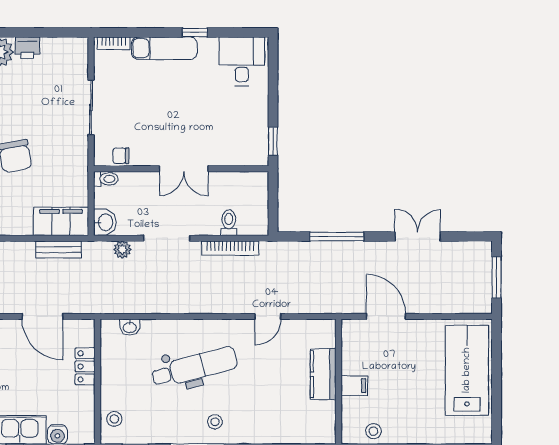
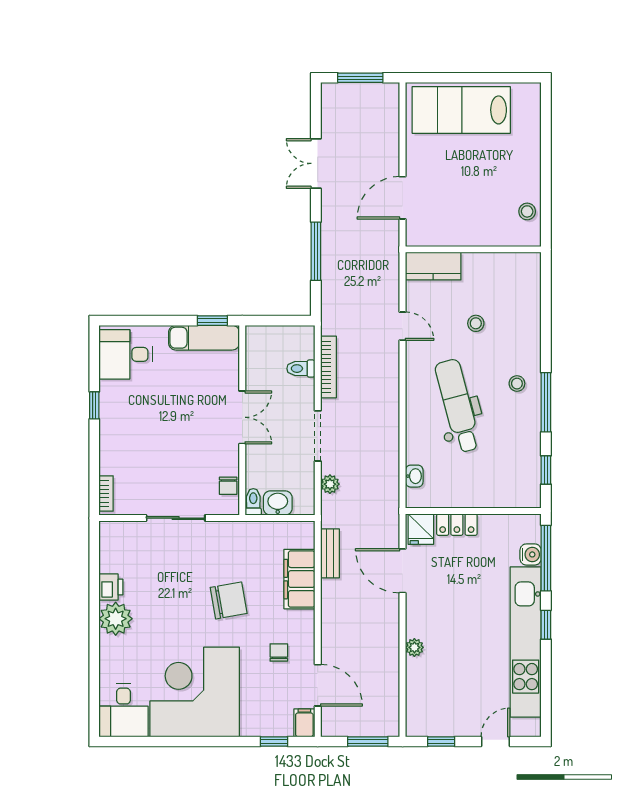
exam couch: (164, 48) -> (204, 338), moved, turned 90
filing cabinet: (61, 221) -> (299, 579), moved
washbasin: (105, 222) -> (278, 503), moved
door: (42, 316) -> (403, 571), swing flipped
fridge: (81, 333) -> (421, 529), added
kitchen counter: (323, 374) -> (433, 266), moved
filing cabinet: (354, 386) -> (478, 232), removed
stool: (114, 419) -> (476, 323), moved

